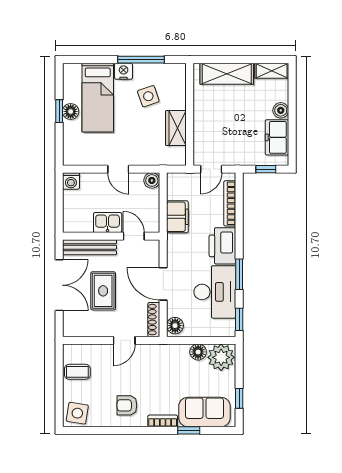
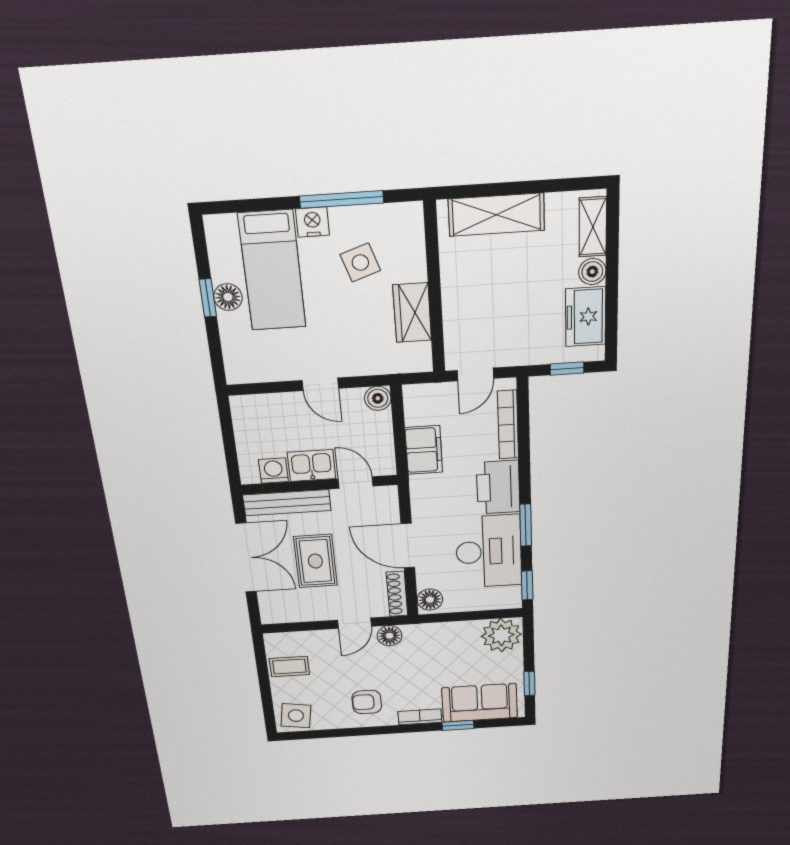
shelving: (272, 71) -> (593, 227), moved, turned 90
washing machine: (71, 181) -> (273, 471), moved, turned 180
floor lamp: (198, 352) -> (390, 636), moved

